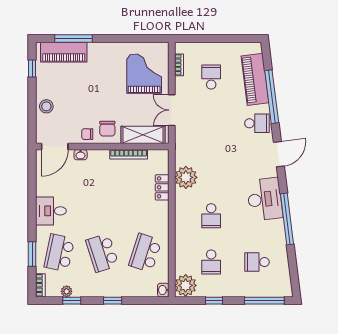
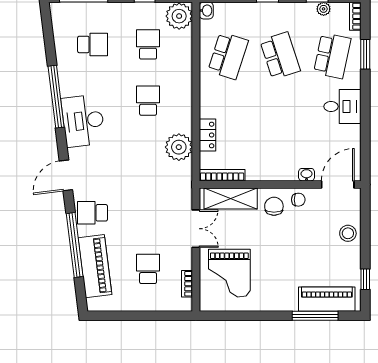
school desk: (211, 77) -> (148, 269), turned 180
bookcase: (129, 154) -> (222, 175), moved

